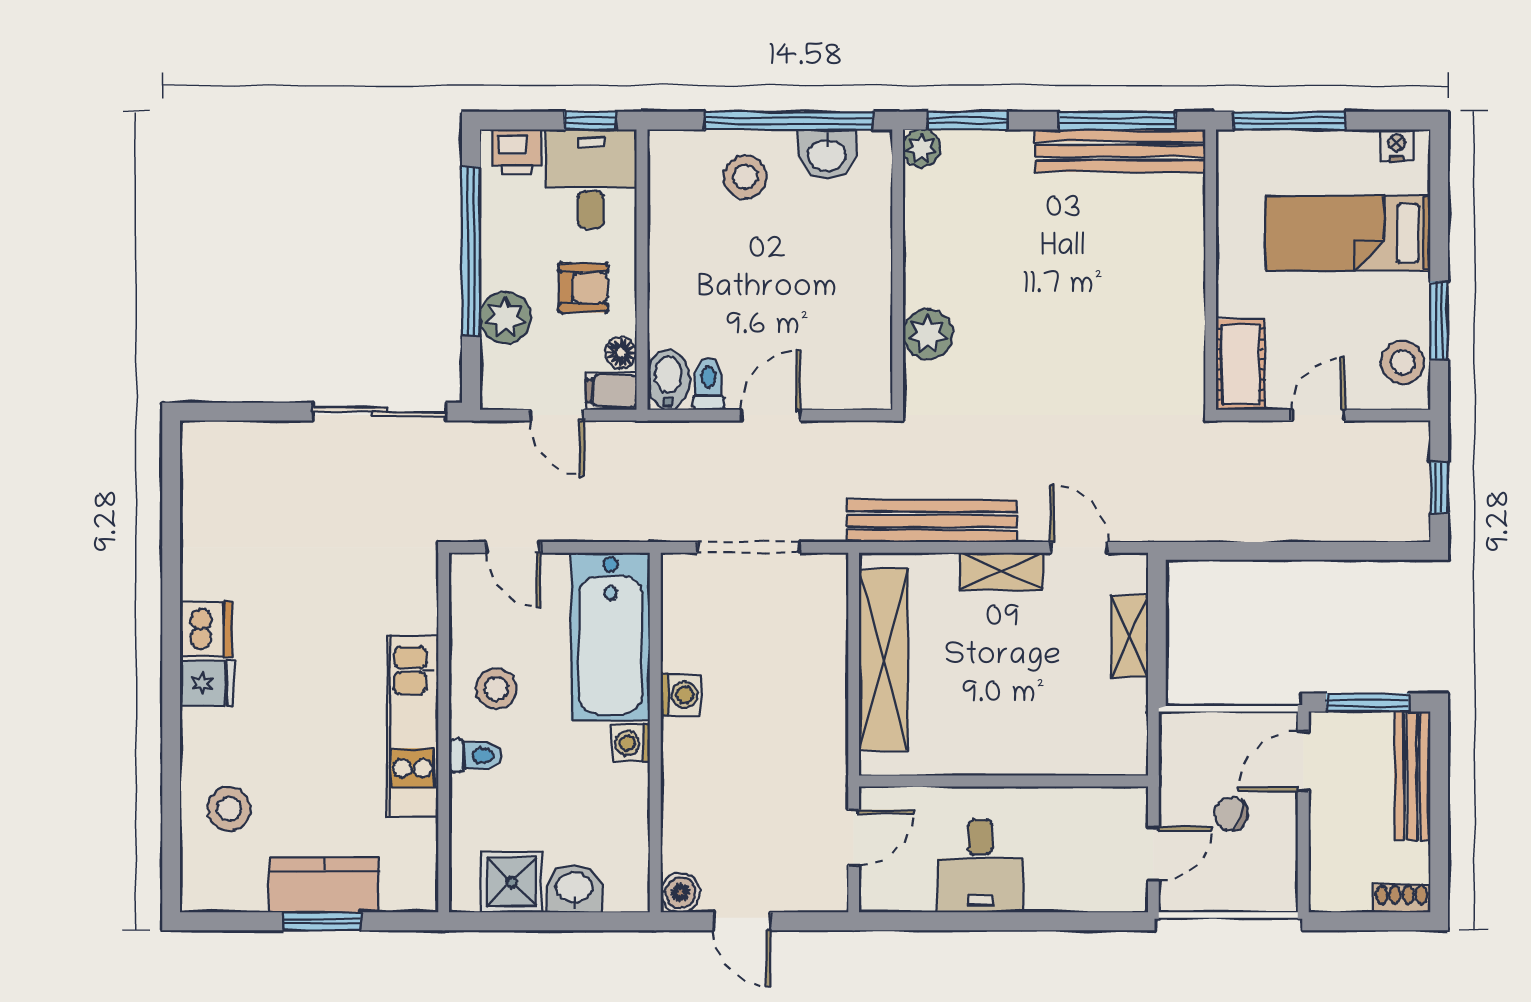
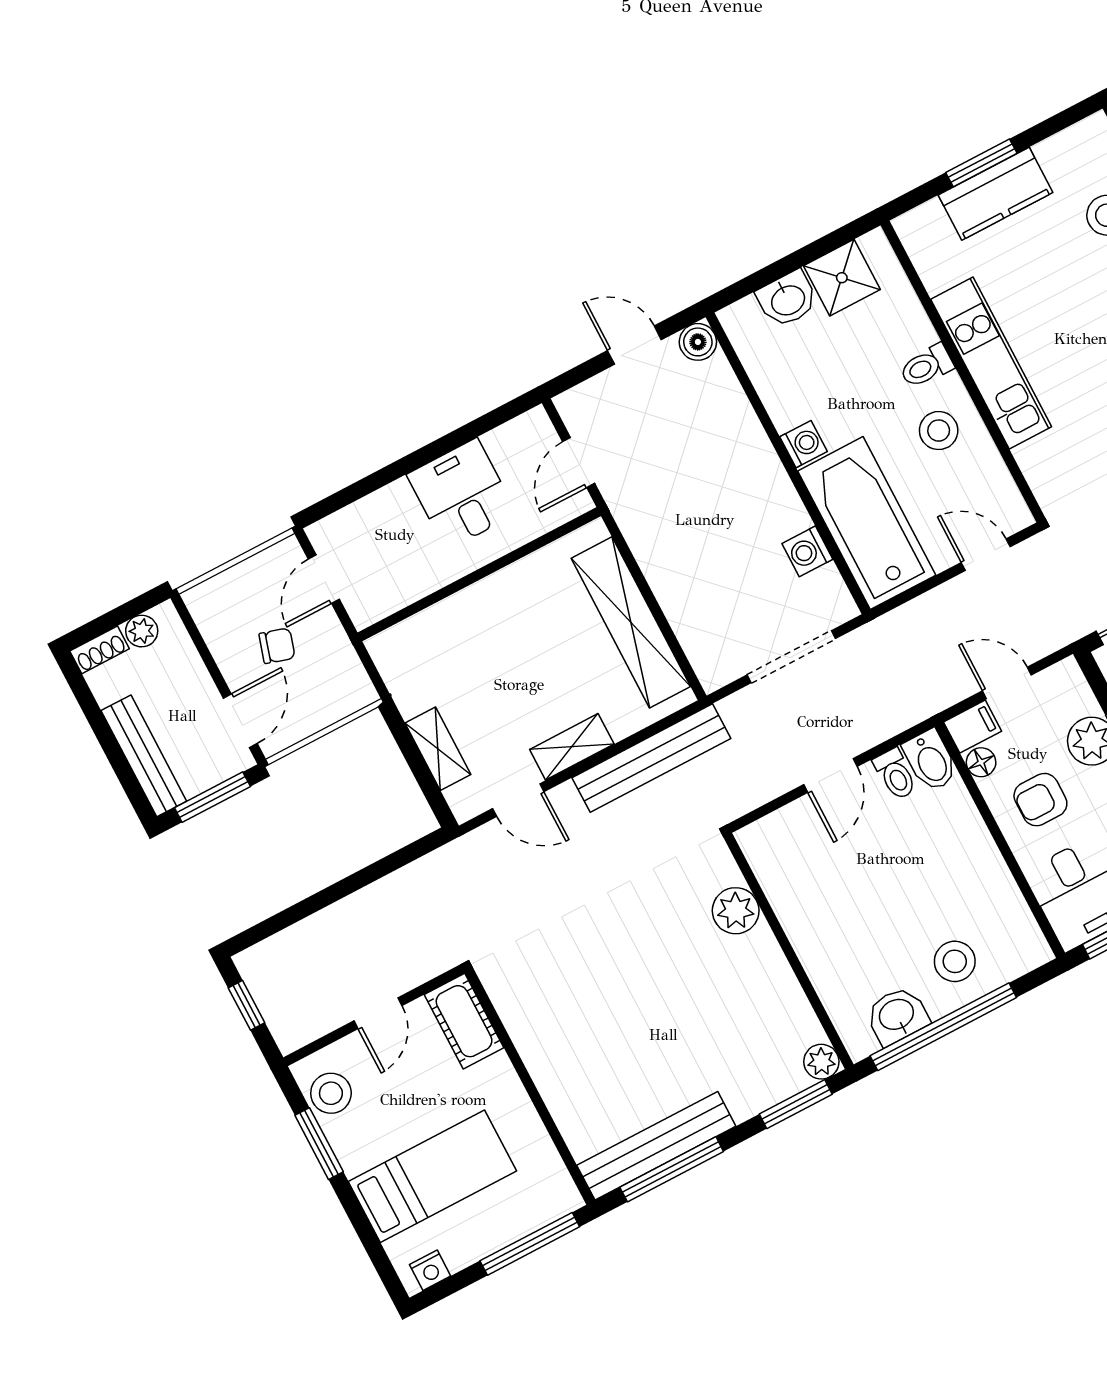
washing machine: (681, 695) -> (807, 551), moved
plant: (1352, 895) -> (142, 631), added

